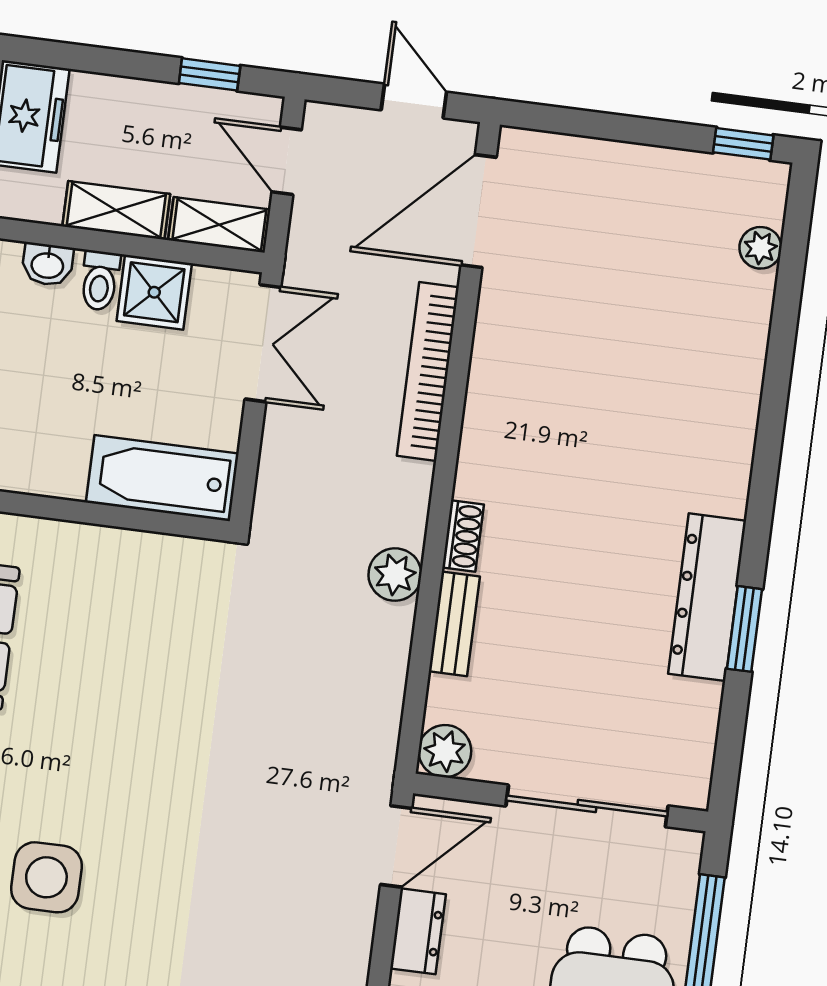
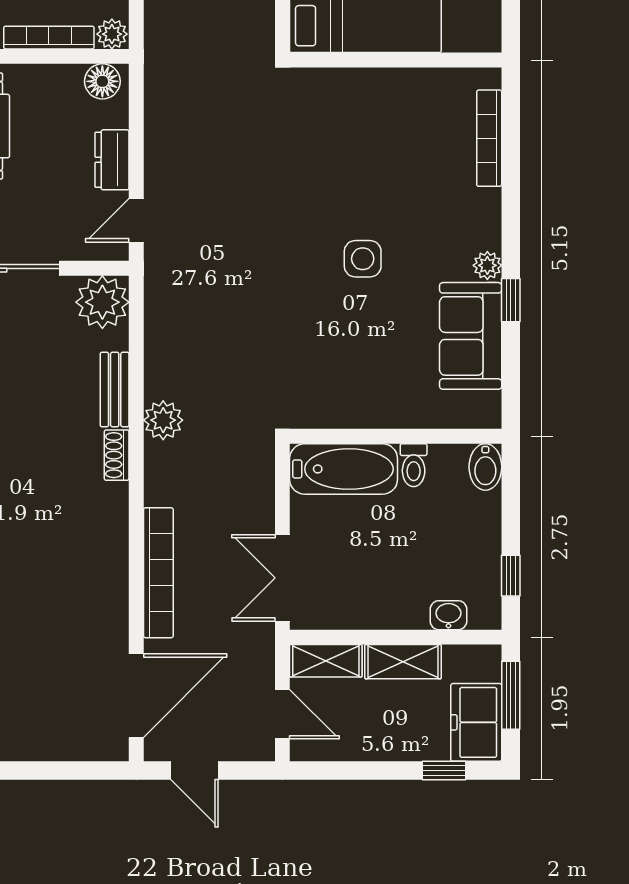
window: (210, 74) -> (444, 771), moved
toilet: (100, 281) -> (414, 465), moved, turned 180
shower: (154, 292) -> (367, 605), removed
plant: (445, 751) -> (102, 302), width x1.36, depth x1.36
door: (396, 846) -> (136, 220), width x0.73
side table: (46, 877) -> (363, 259), moved, width x0.73, depth x0.73

